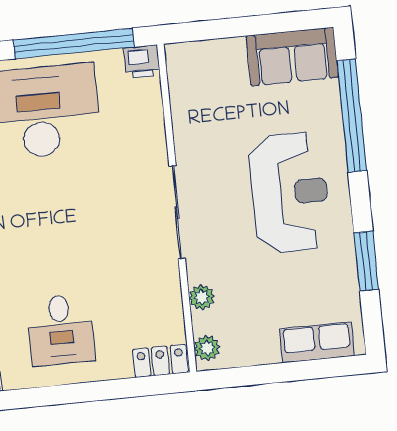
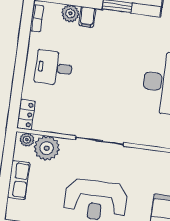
plant: (202, 297) -> (47, 148), width x1.88, depth x1.88
row of seats: (317, 342) -> (19, 180), moved

